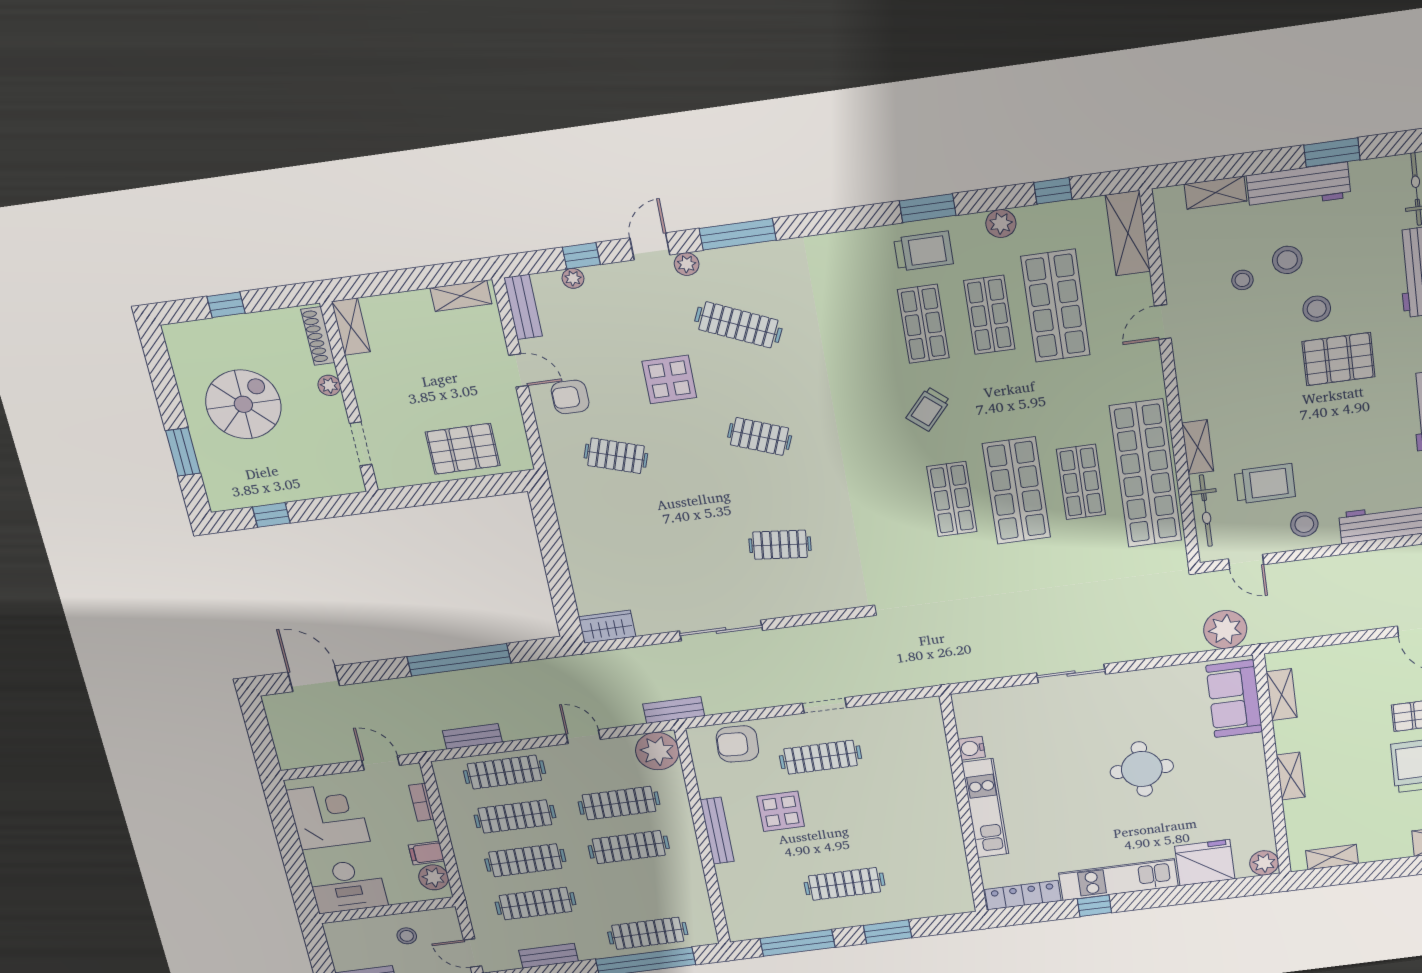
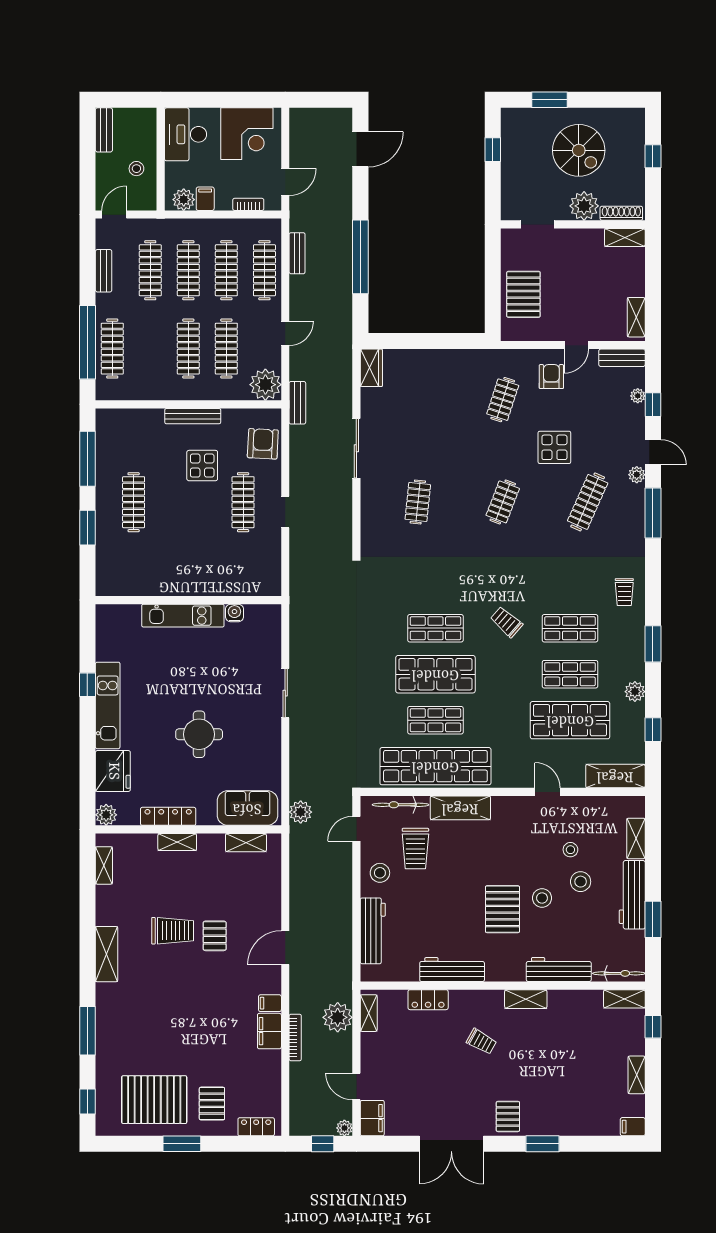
trolley: (924, 251) -> (624, 592), moved, width x0.73, depth x0.72
plant: (329, 385) -> (584, 206), width x1.88, depth x1.88
shelving: (1198, 447) -> (460, 808), width x1.50, depth x1.33
plant: (1225, 630) -> (301, 812), width x0.73, depth x0.73
locker: (1023, 895) -> (168, 816), moved, turned -90

